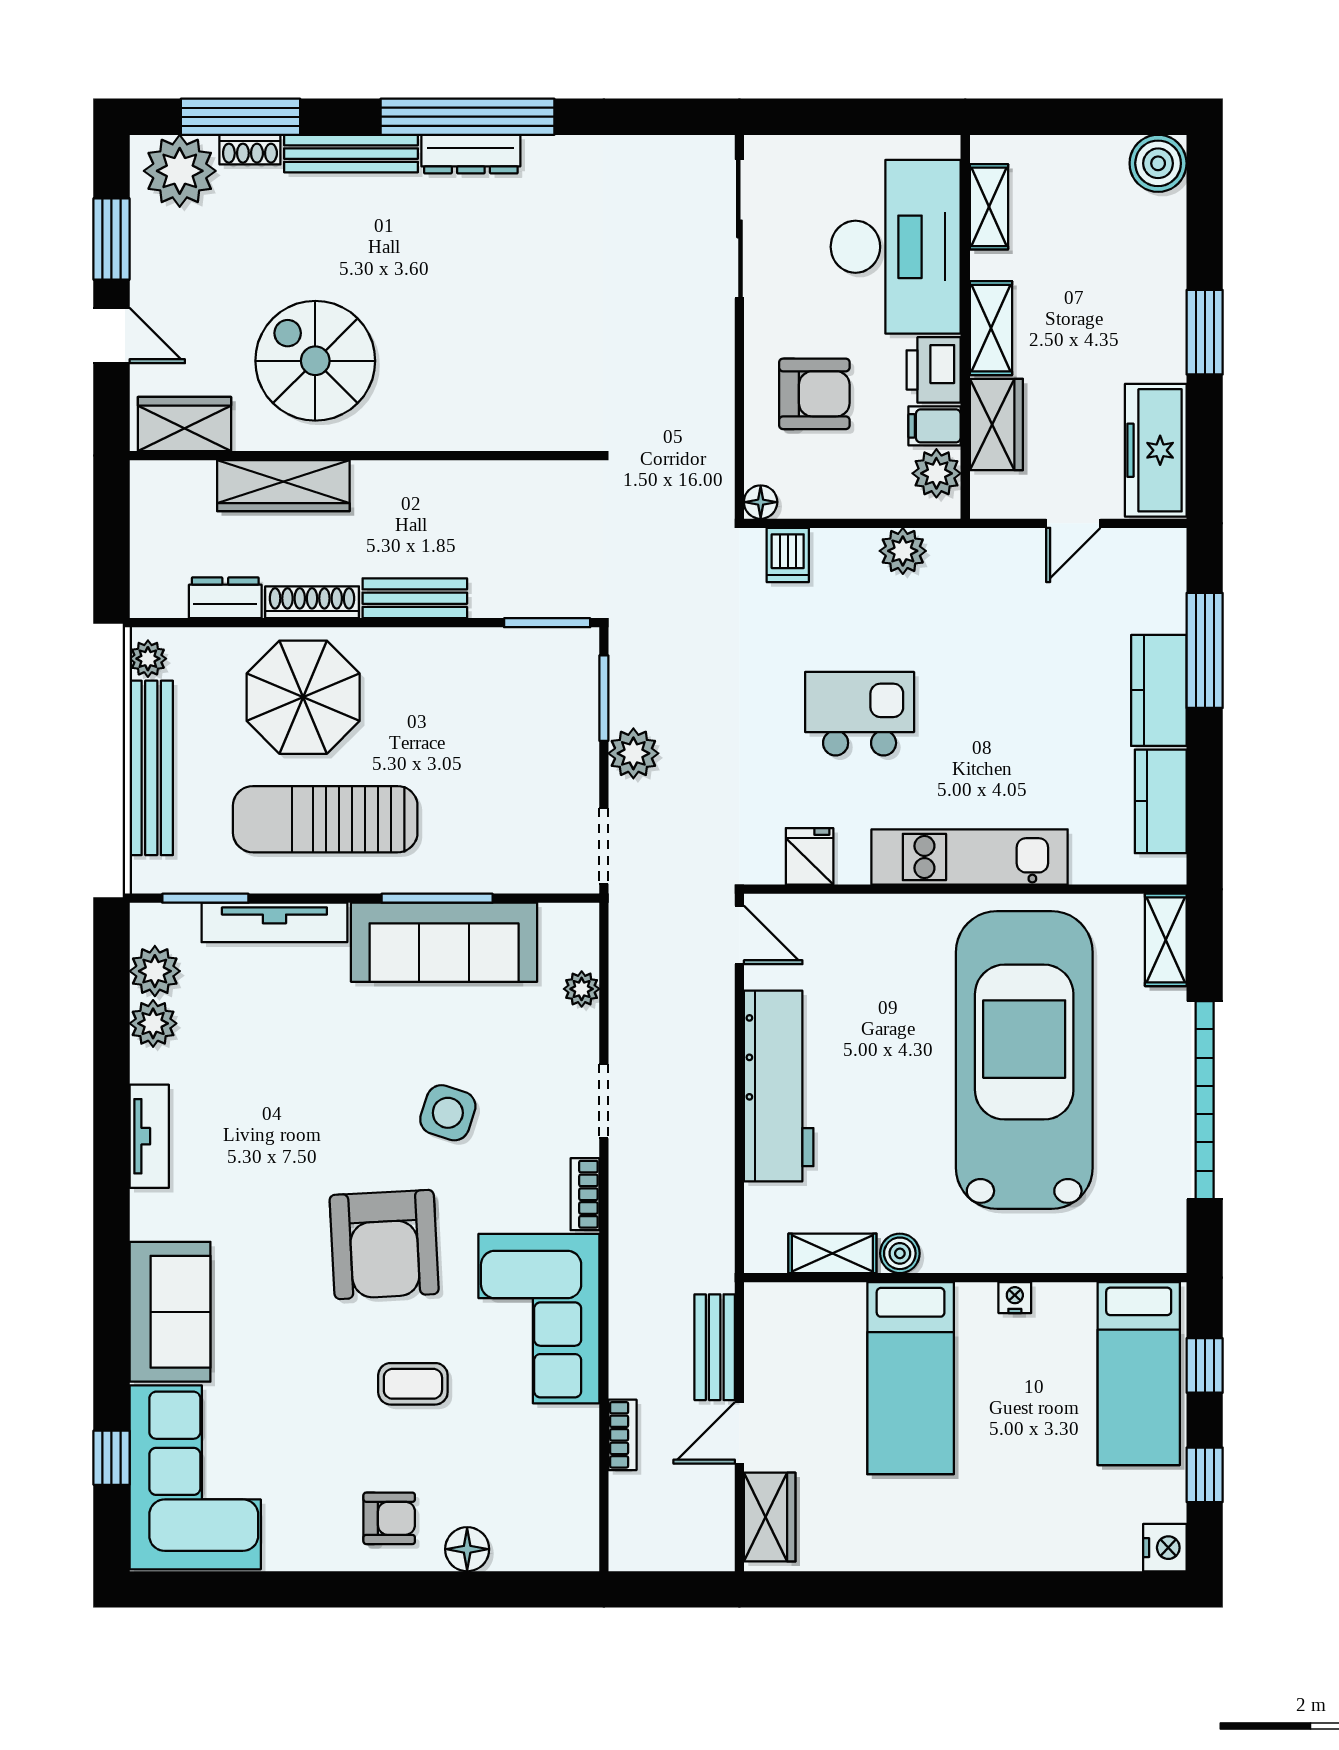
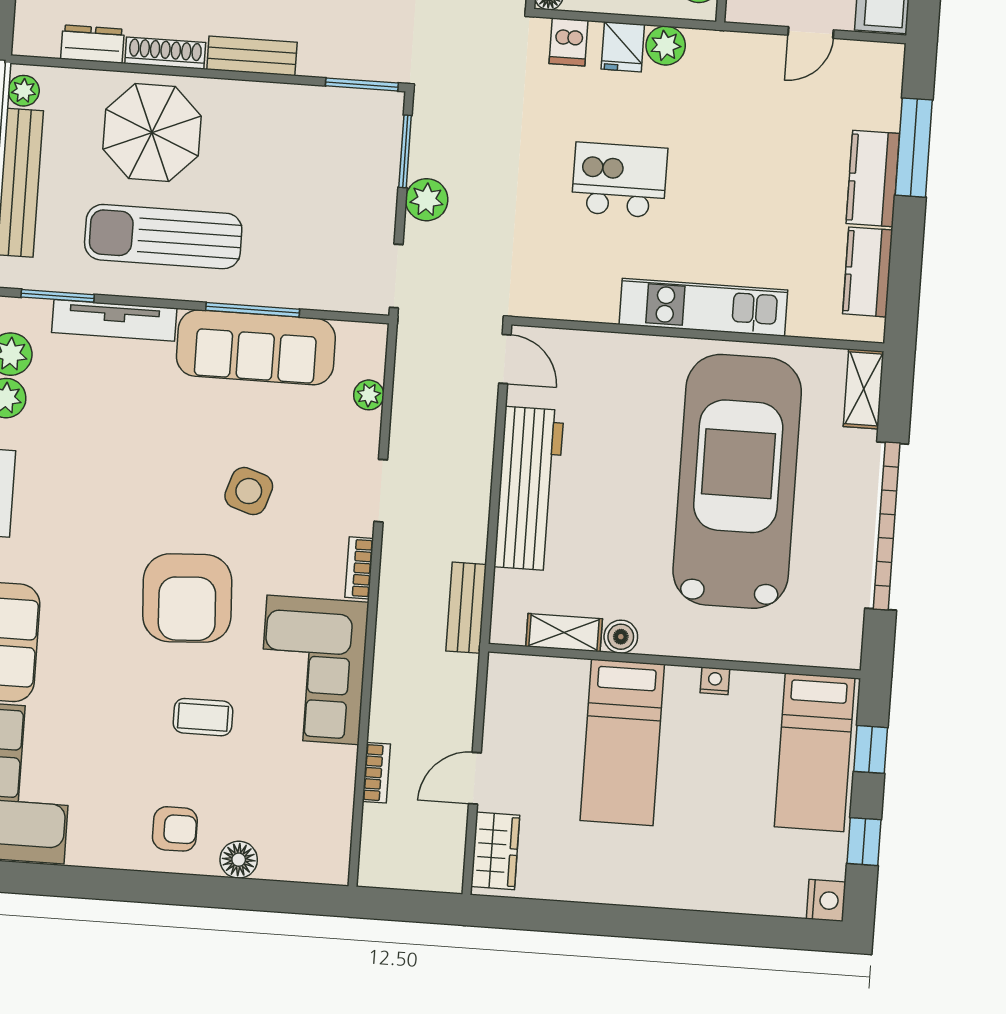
fridge: (810, 856) -> (623, 47), moved, turned 180
bench: (715, 1347) -> (466, 608), moved

